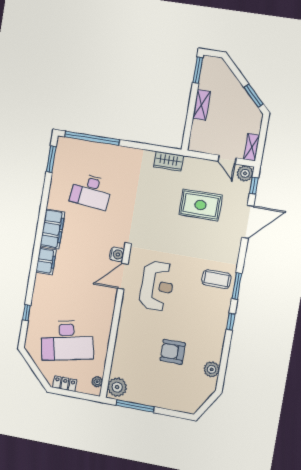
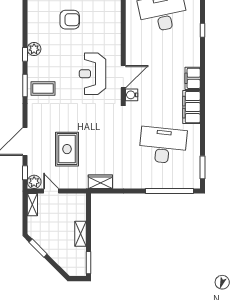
desk: (91, 191) -> (163, 145), width x1.36, depth x1.30
rug: (201, 205) -> (67, 149), turned 90
plant: (212, 369) -> (34, 49), moved

